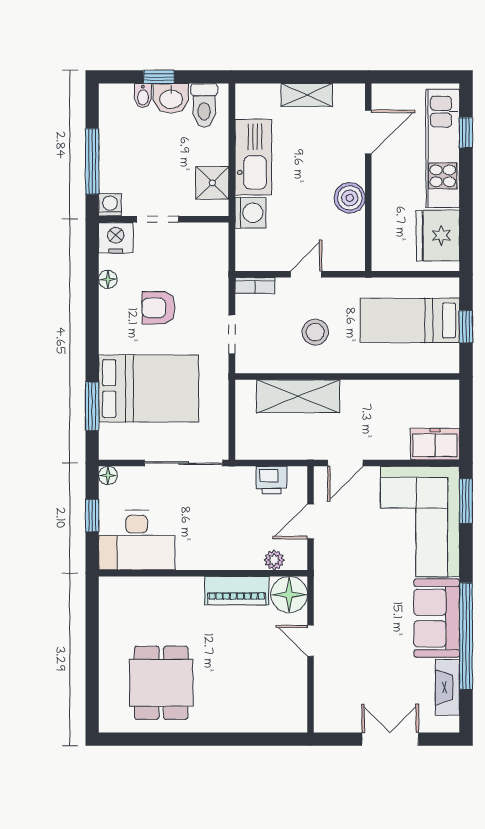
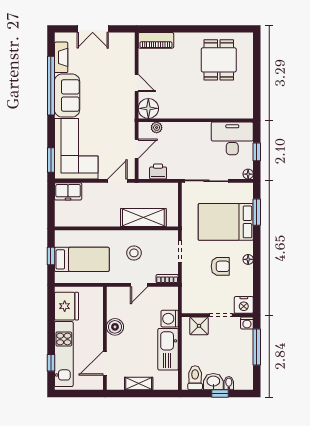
shower: (212, 183) -> (199, 326), moved
floor lamp: (108, 279) -> (248, 259), moved
piano: (237, 591) -> (156, 40), moved, turned 180

